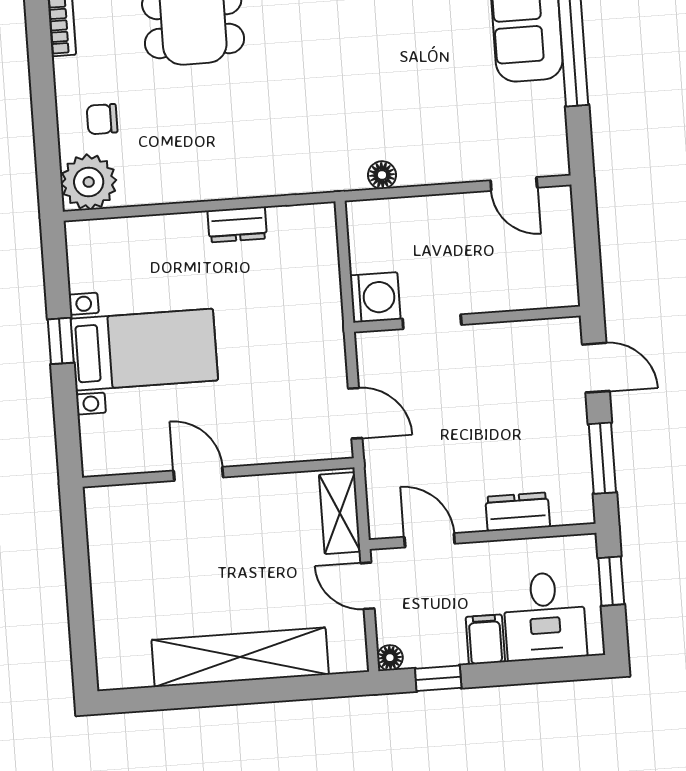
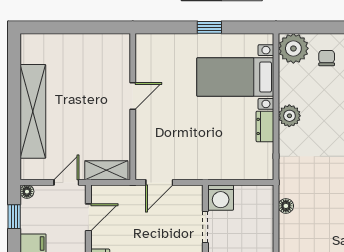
plant: (214, 180) -> (289, 116), added
bed with nightstands: (144, 350) -> (235, 77), moved, turned 90

